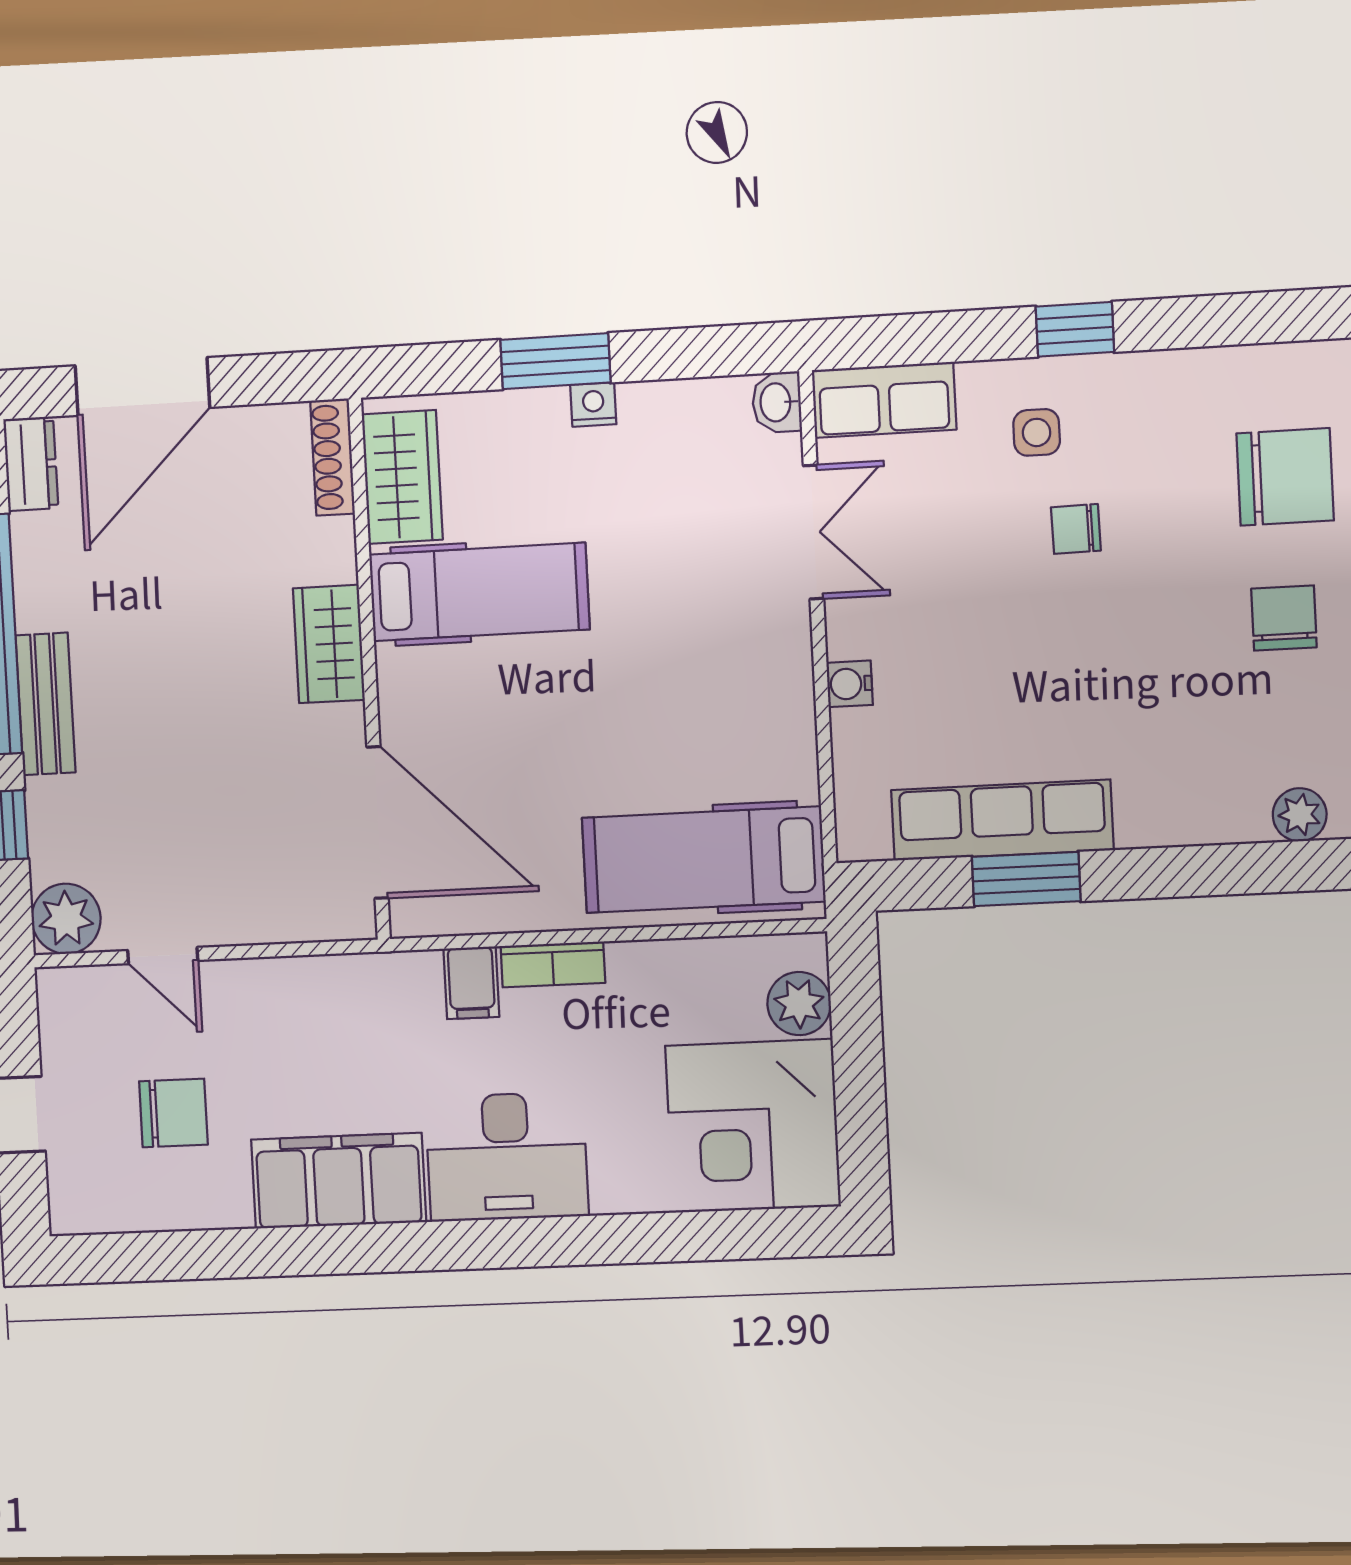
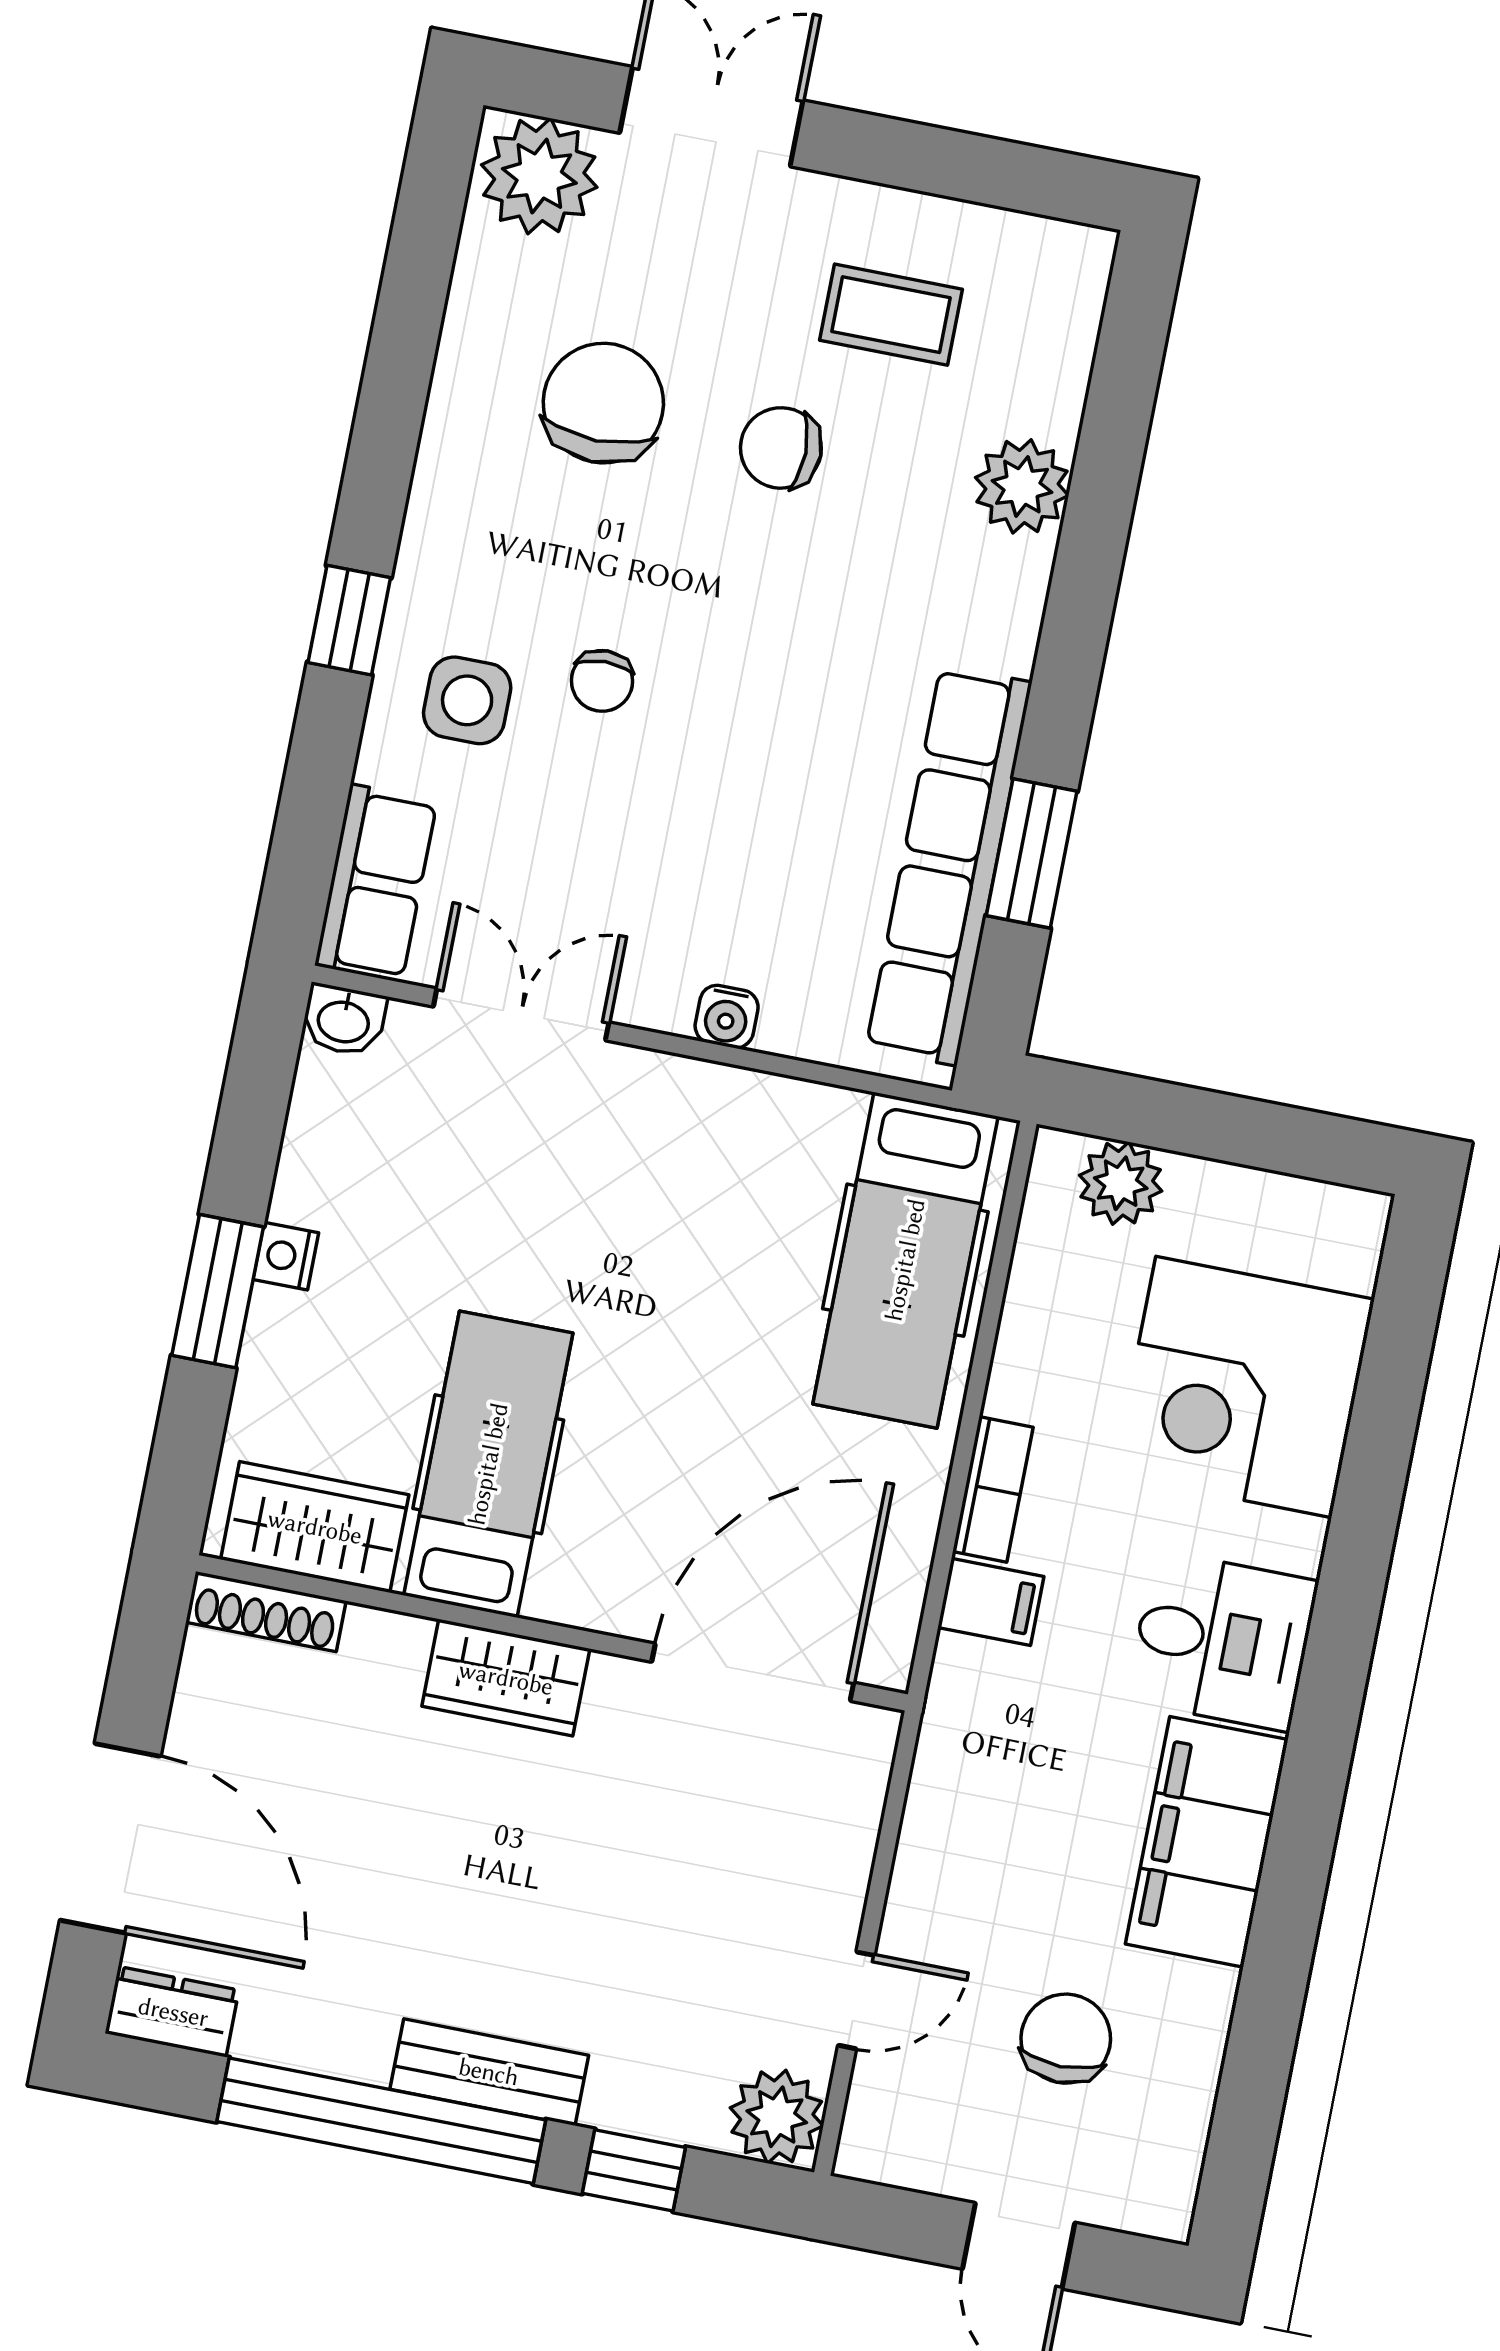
side table: (1037, 432) -> (467, 700), width x1.37, depth x1.37
plant: (1300, 815) -> (1022, 486), width x1.38, depth x1.38
row of seats: (1002, 820) -> (949, 865), width x1.36
corner desk: (753, 1126) -> (1244, 1387), moved, turned 90
desk: (507, 1157) -> (1222, 1641), width x0.73

